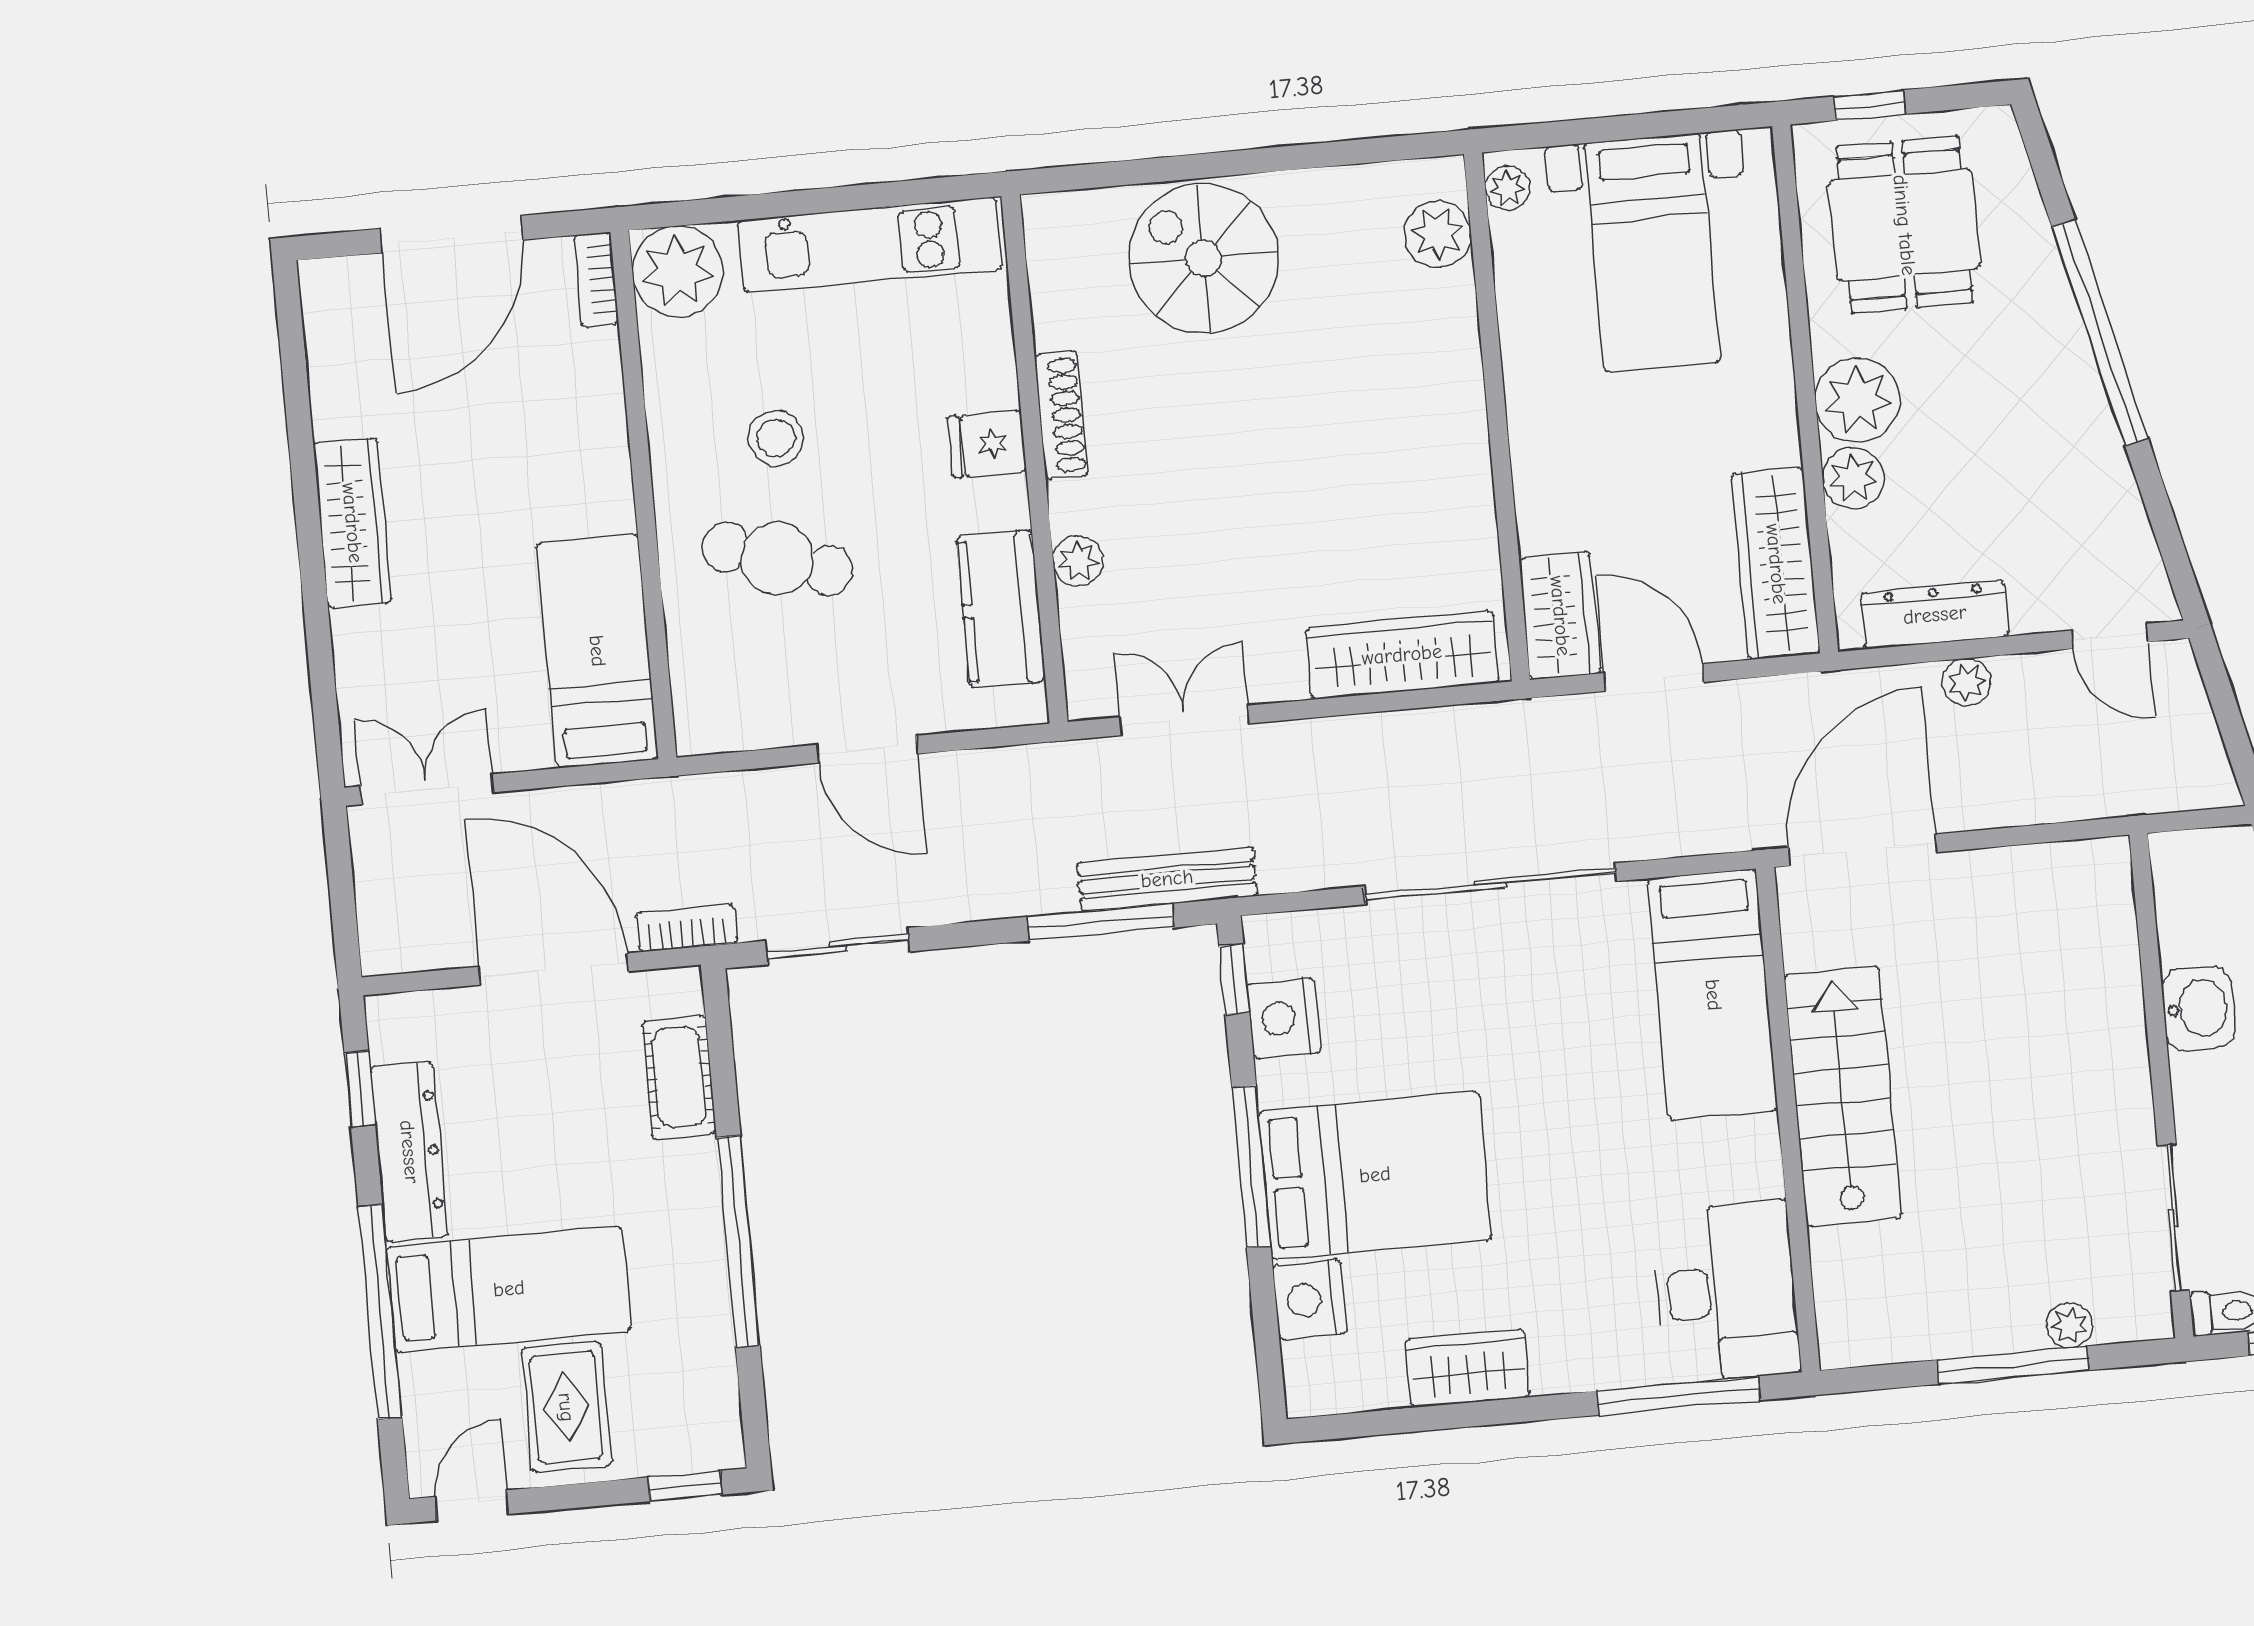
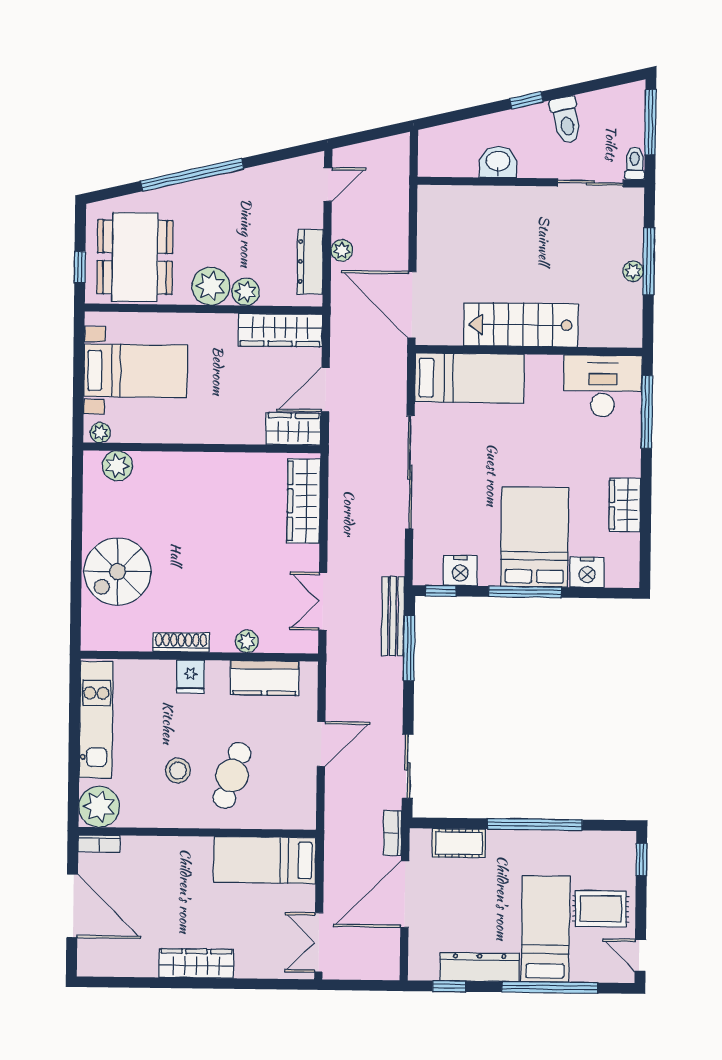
dining table: (1904, 225) -> (135, 257), width x1.38
plant: (2069, 1325) -> (633, 271), moved

